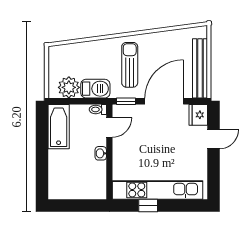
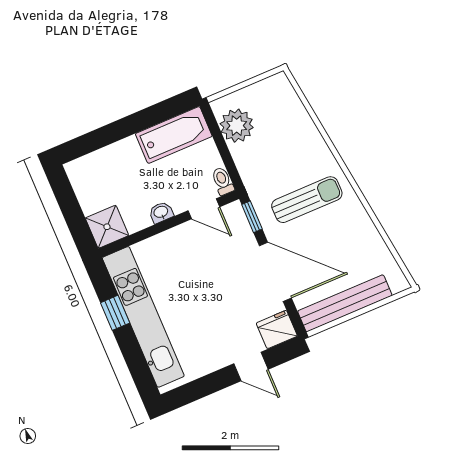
barbecue: (95, 89) -> (251, 165), removed
shower: (96, 189) -> (107, 227), added

